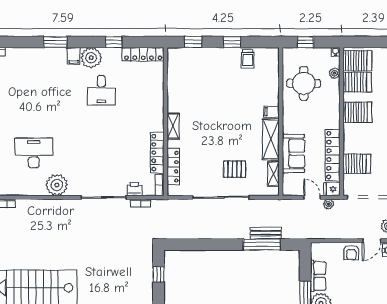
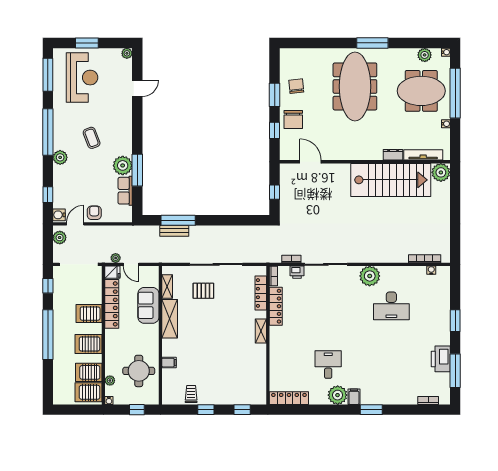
window: (114, 42) -> (316, 410), removed
filing cabinet: (271, 112) -> (169, 363), moved
server rack: (357, 164) -> (89, 314), moved

